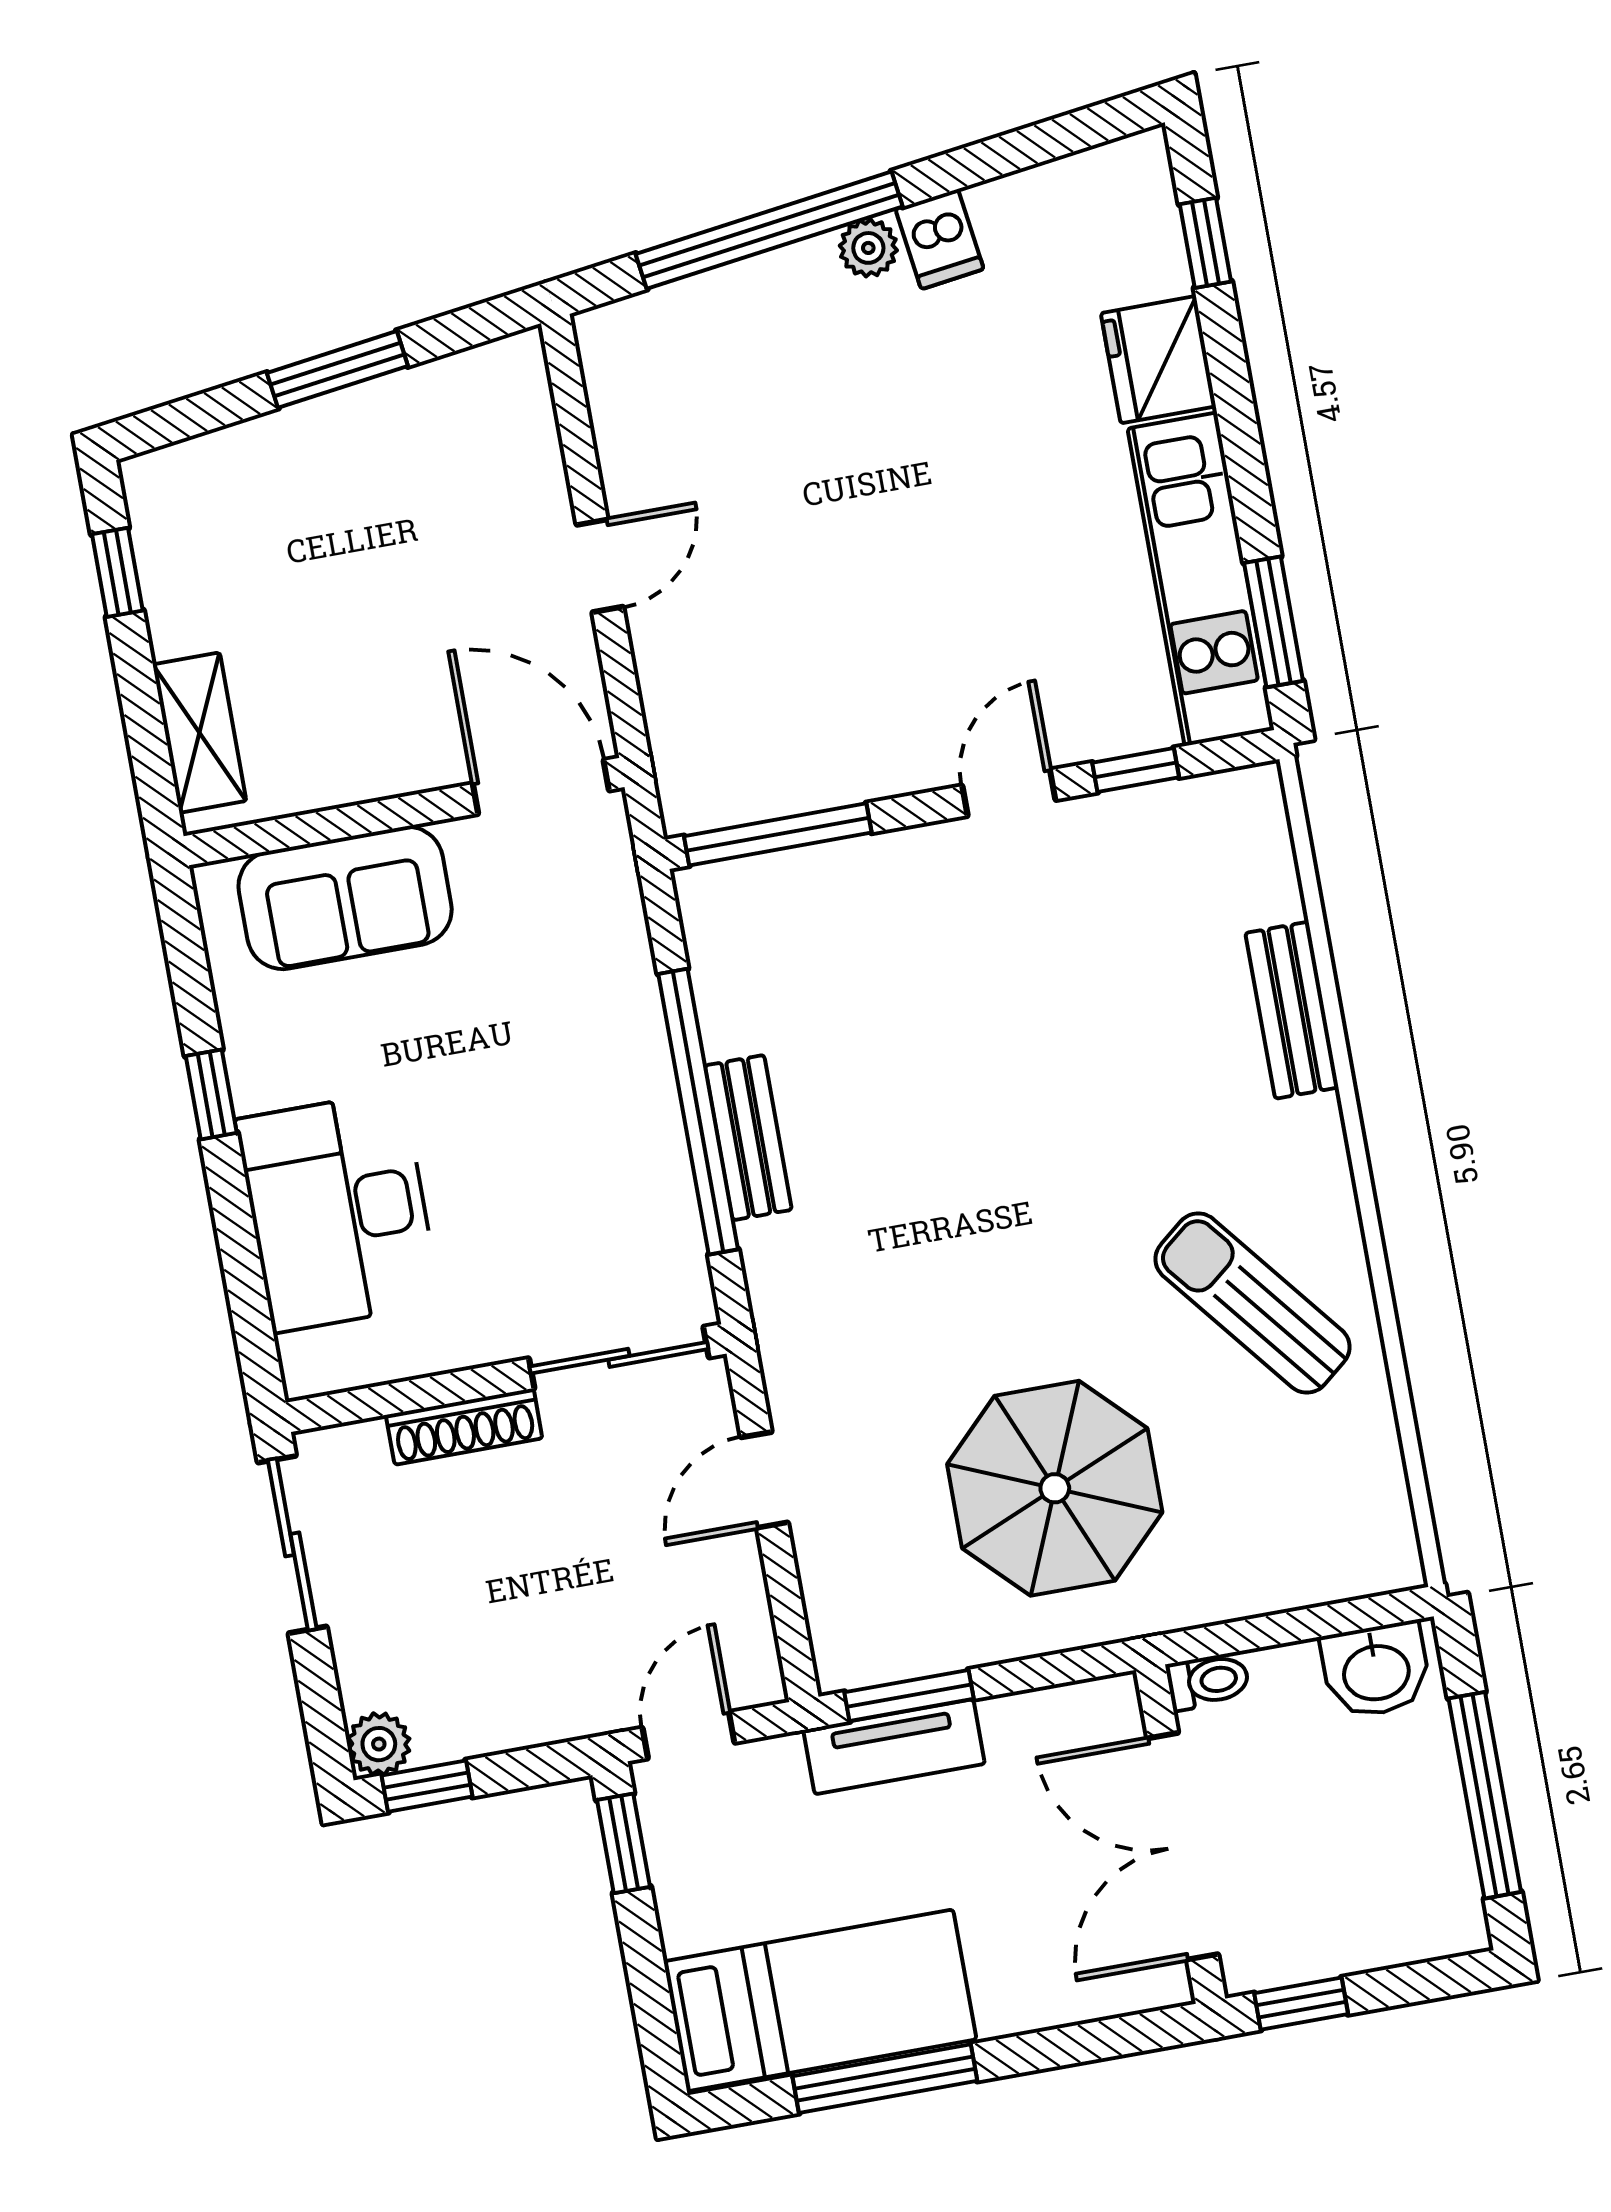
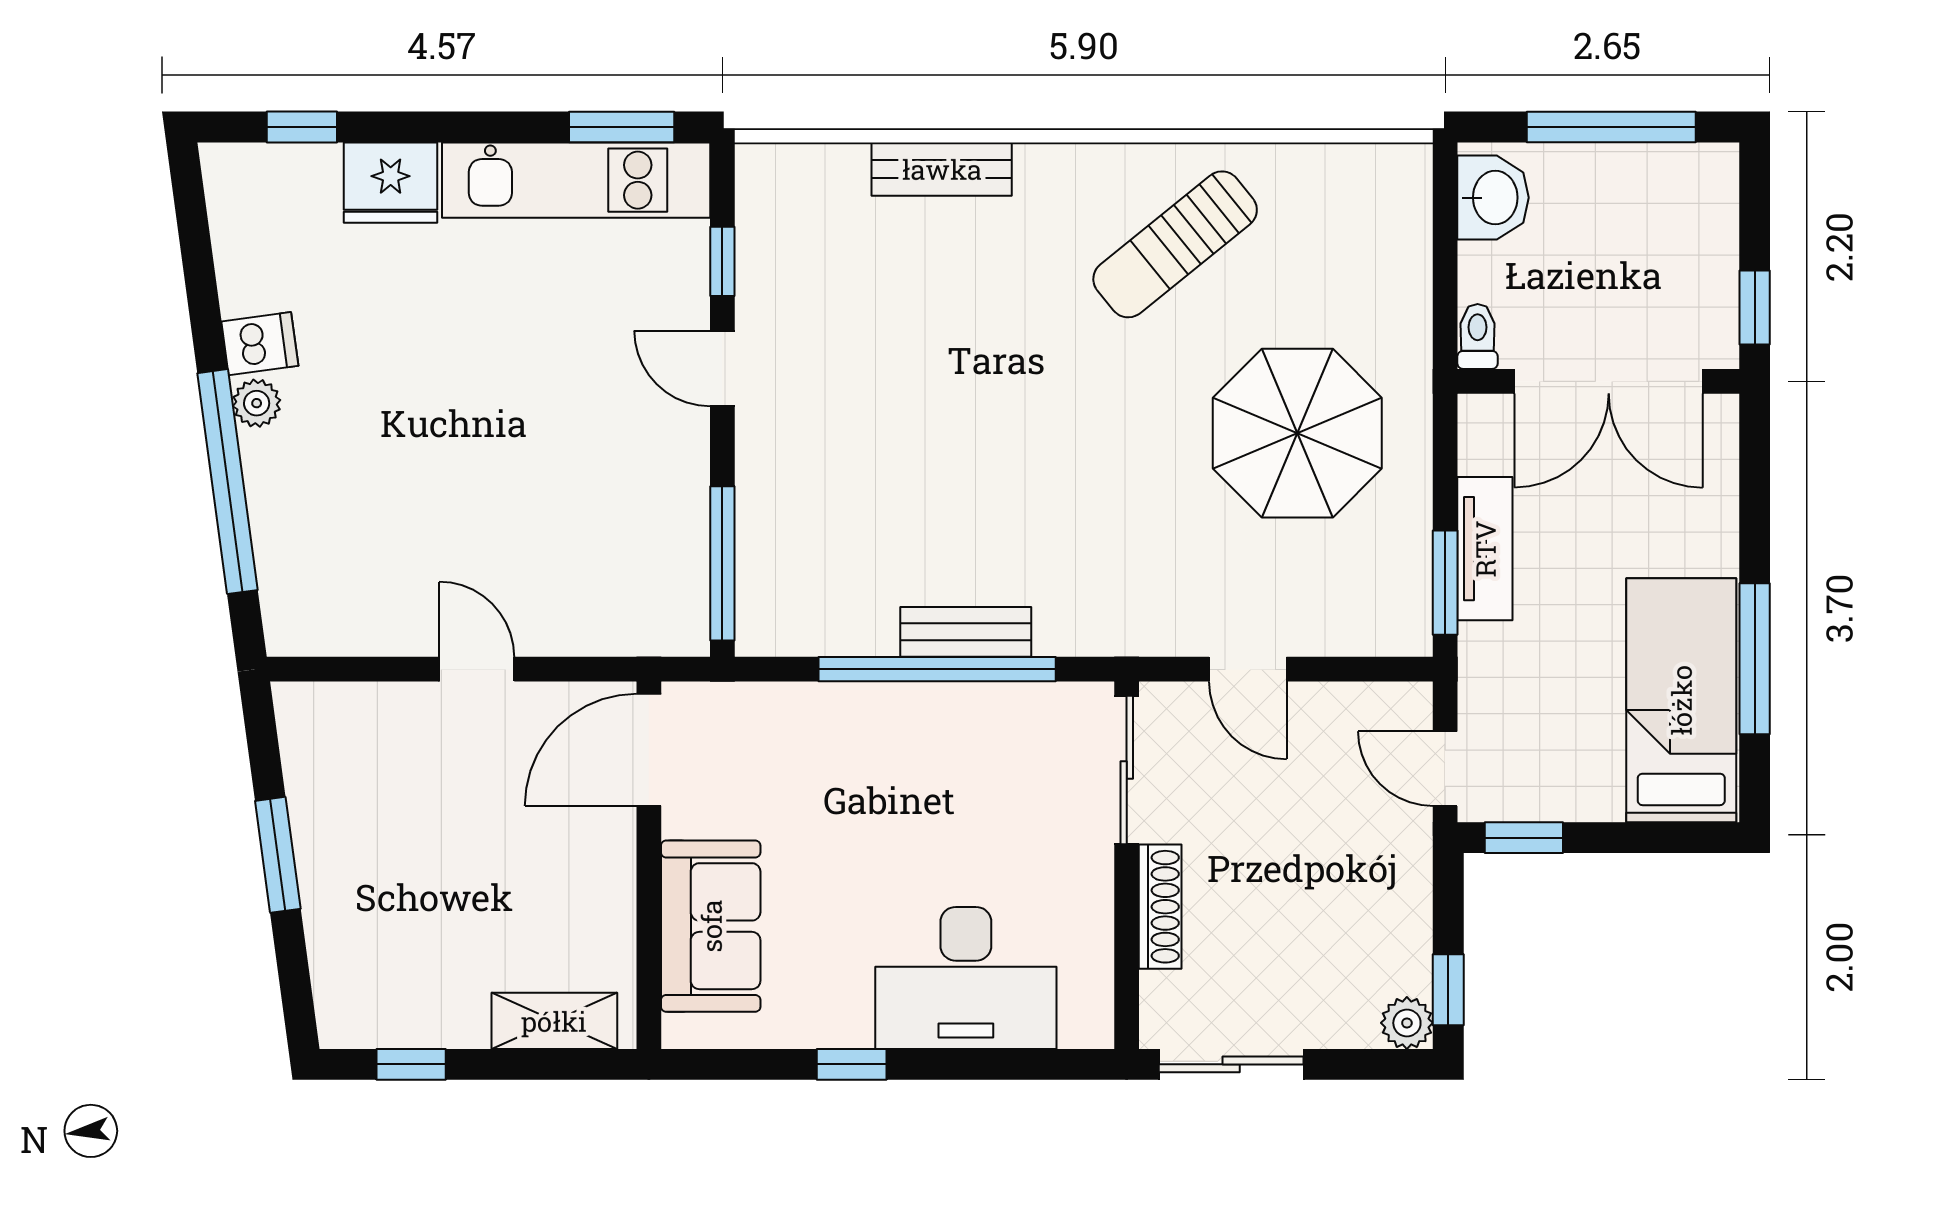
tv unit: (894, 1747) -> (1485, 549), moved

